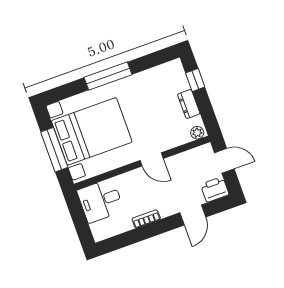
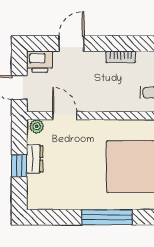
window: (195, 80) -> (19, 166), moved
door: (152, 159) -> (65, 116), moved

